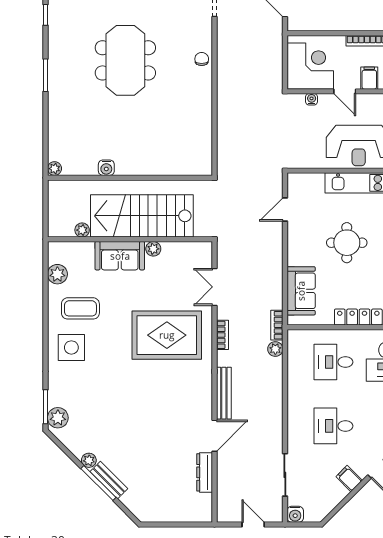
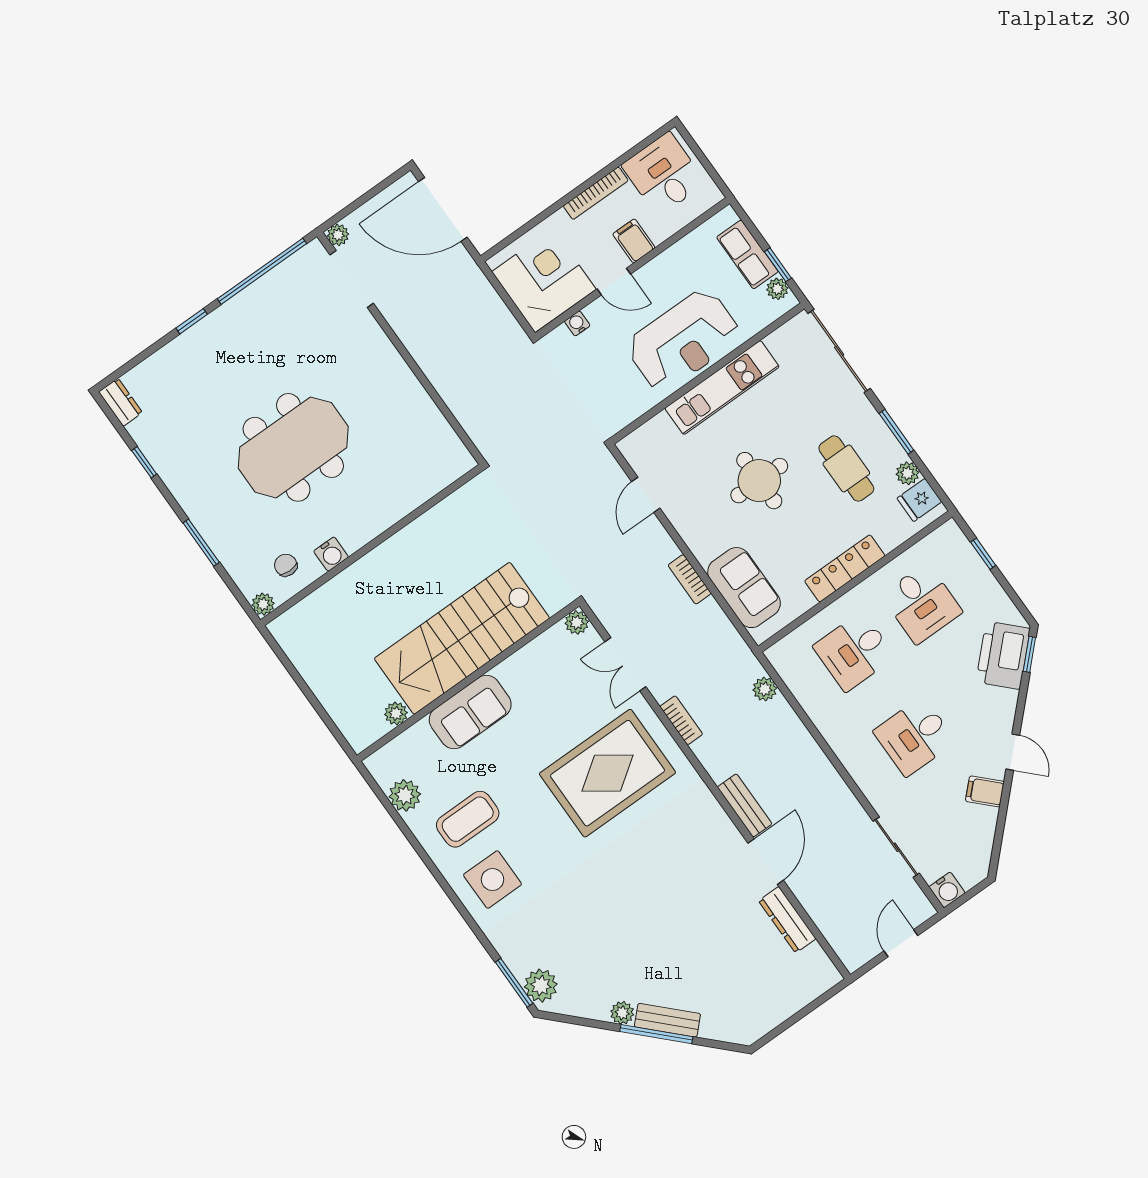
chair: (202, 59) -> (286, 565), moved
meeting table: (125, 60) -> (293, 447), turned 90
water cooler: (106, 168) -> (331, 554), moved
plant: (55, 169) -> (263, 604), moved
wall: (130, 178) -> (372, 545), moved
plant: (153, 249) -> (577, 622), moved
bookcase: (277, 325) -> (690, 579), moved
bench: (224, 393) -> (745, 805), width x0.73
door: (253, 525) -> (901, 943), hinge flipped

